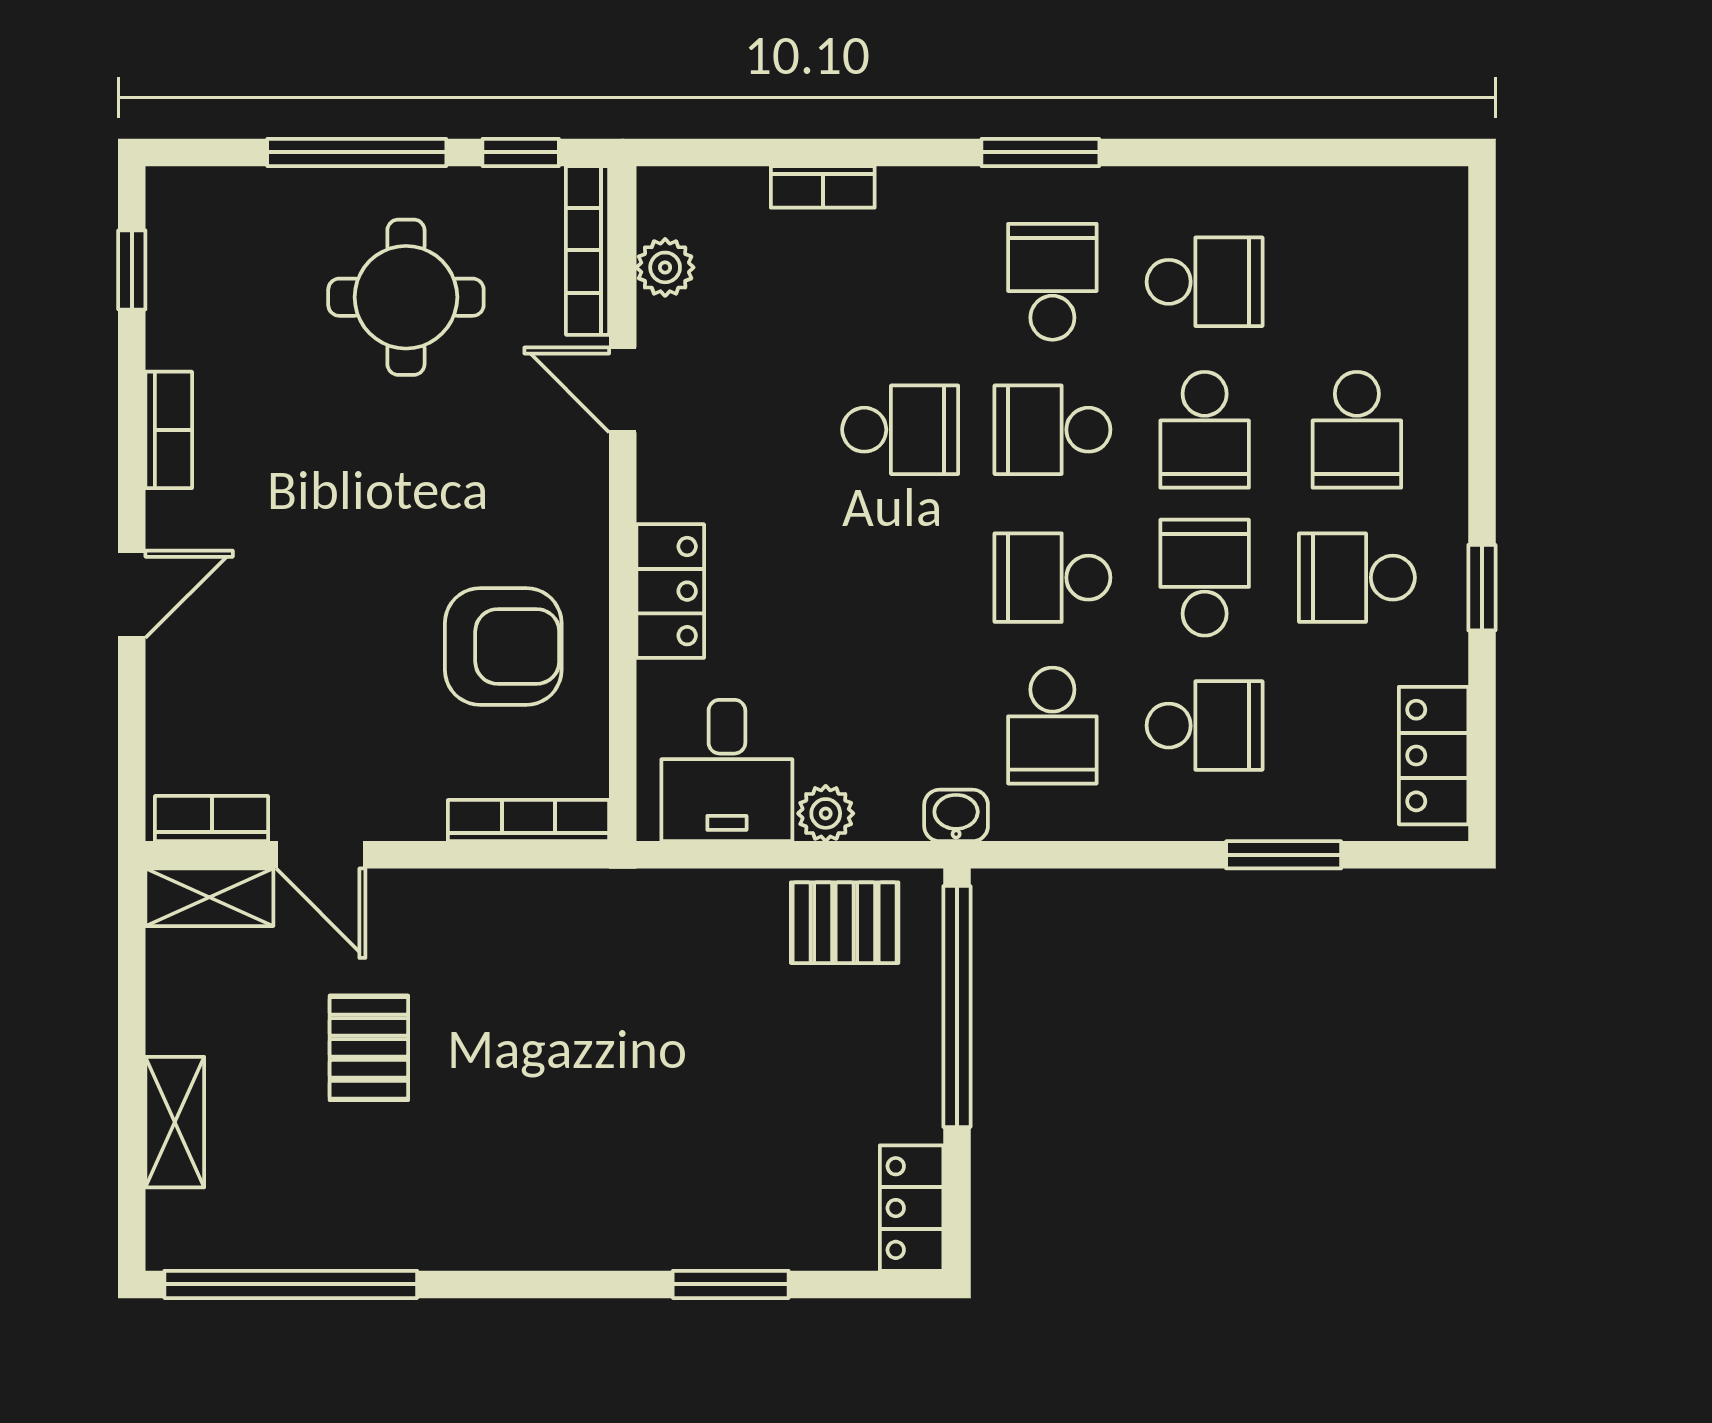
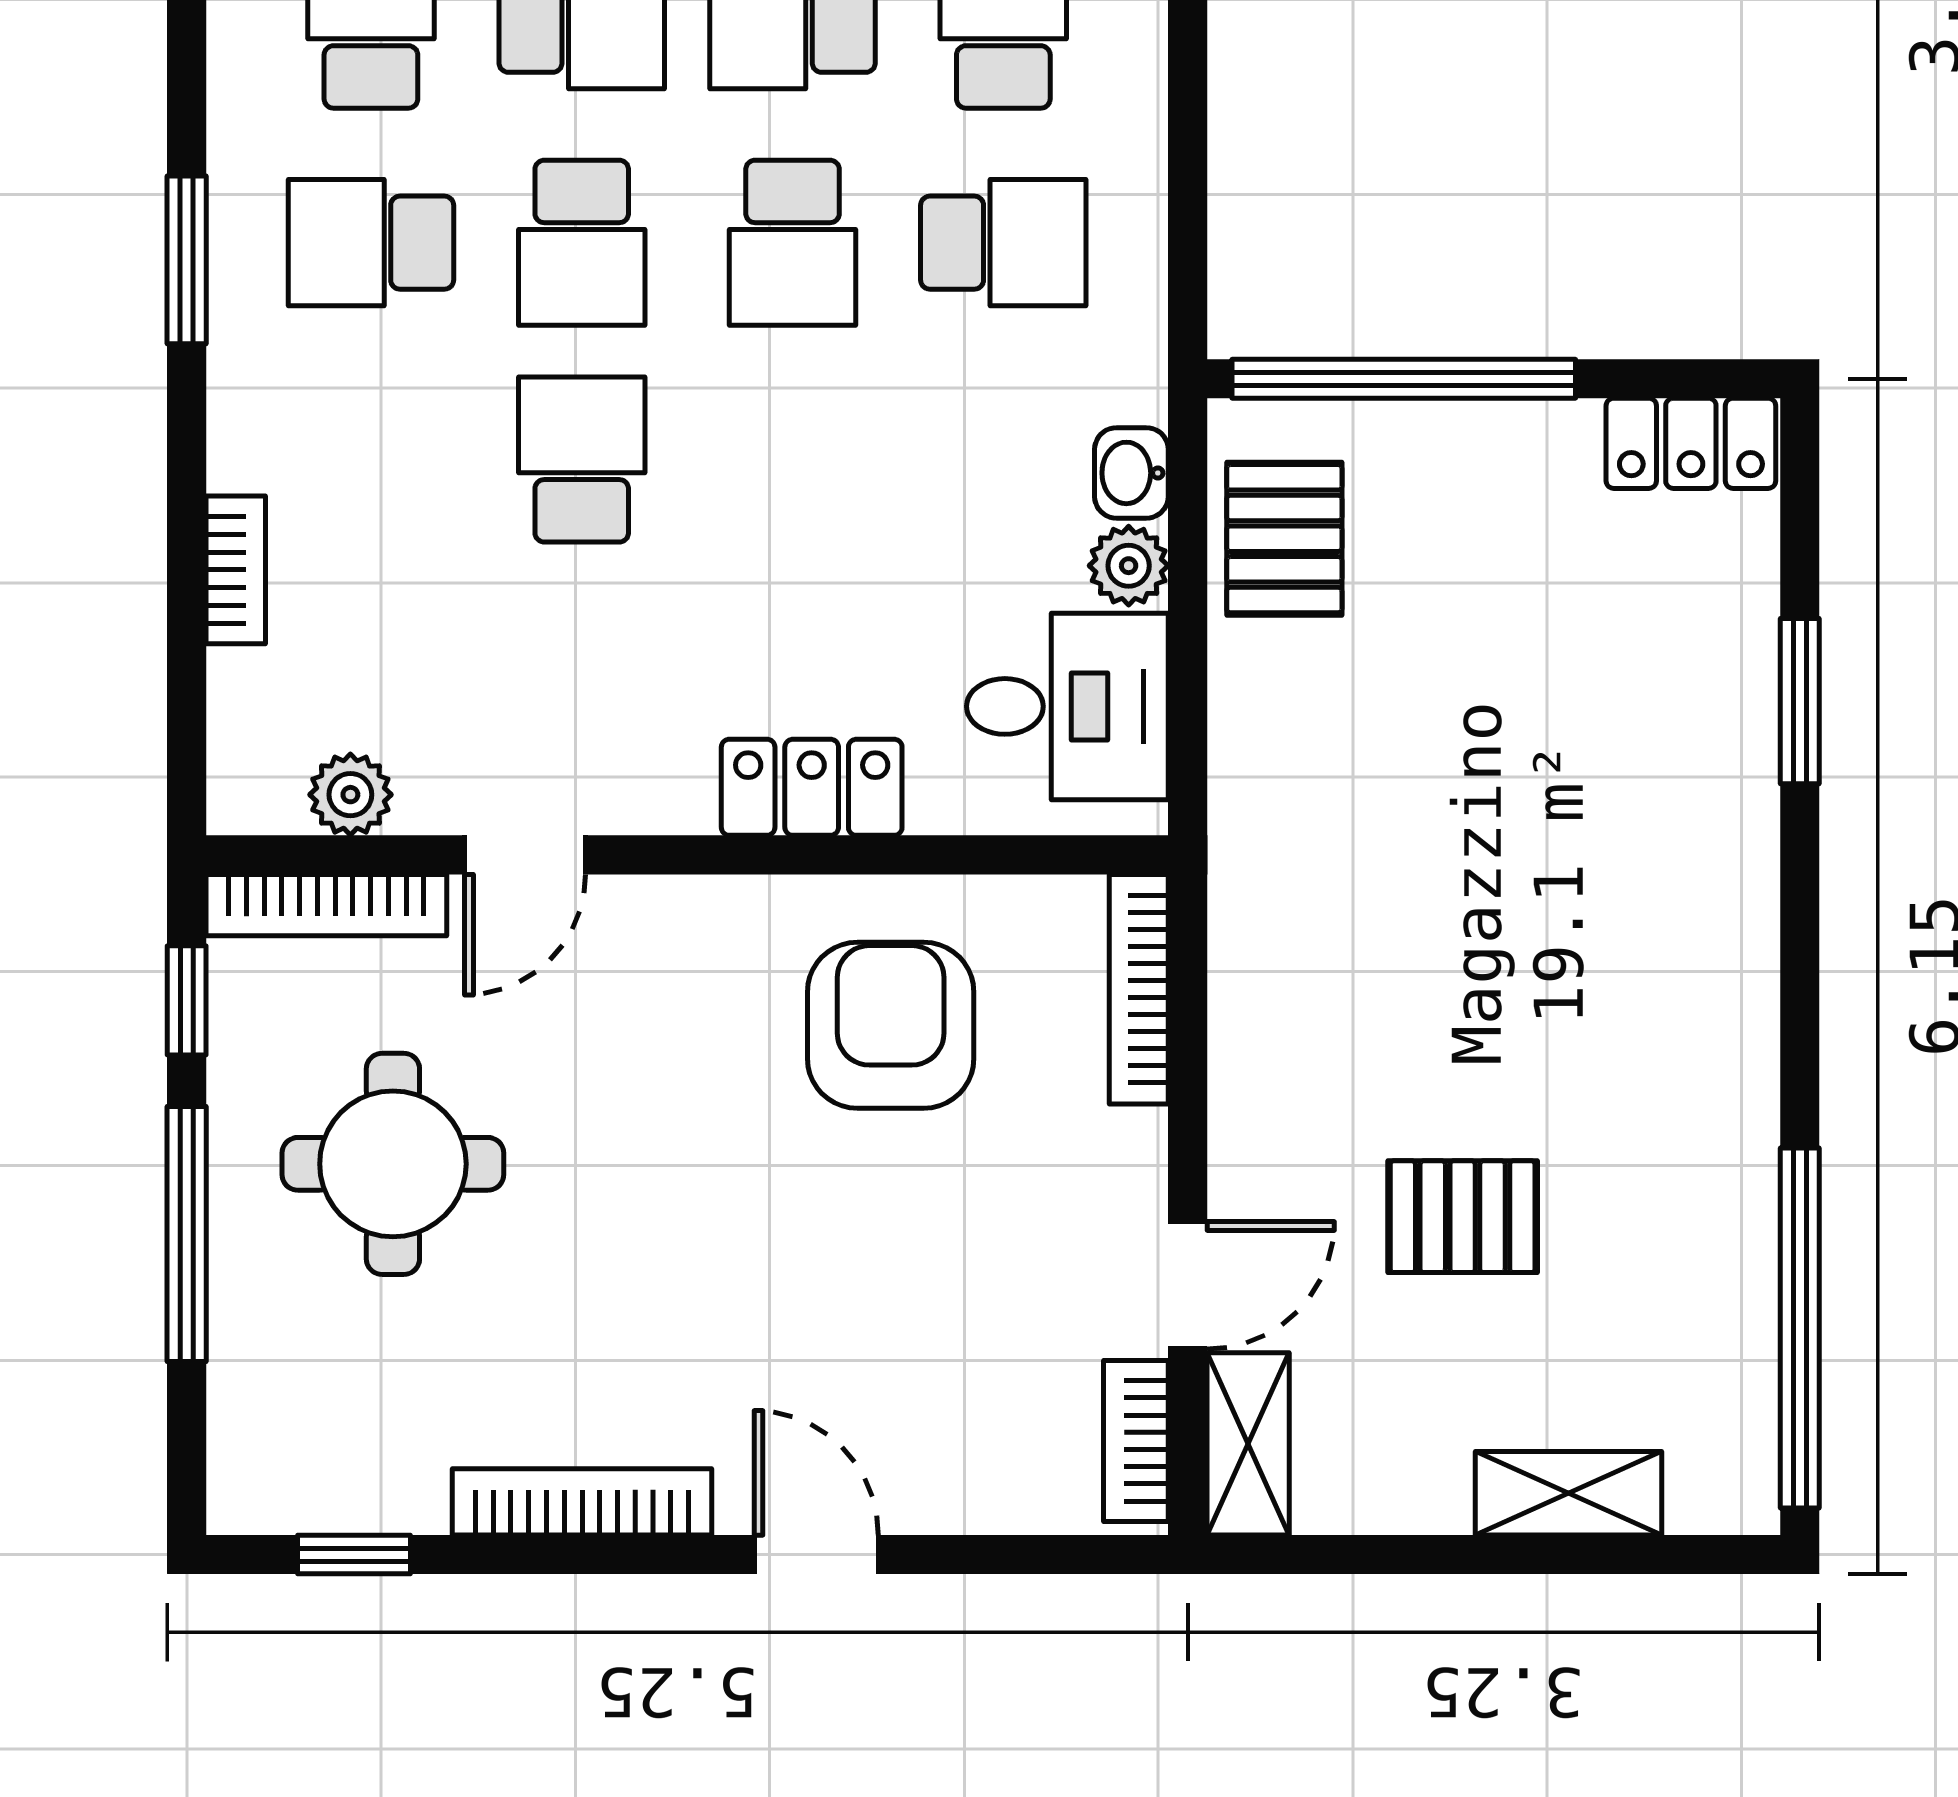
bookcase: (169, 430) -> (582, 1502), width x1.56
washbasin: (956, 815) -> (1131, 473), moved

